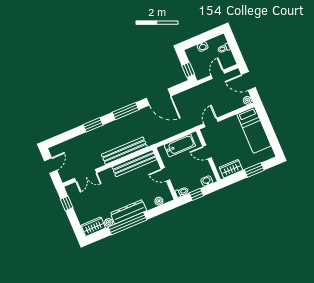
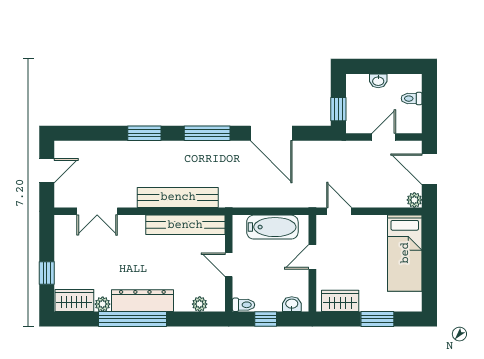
door: (211, 123) -> (339, 211), hinge flipped
door: (207, 152) -> (312, 257), hinge flipped
window: (67, 203) -> (47, 273), moved

